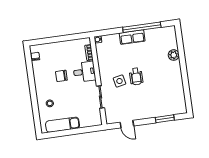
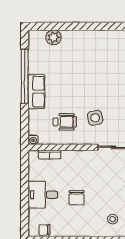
plant: (174, 55) -> (53, 37), moved
desk: (84, 72) -> (43, 195), moved, turned -90
wheelchair: (136, 76) -> (65, 122), moved

